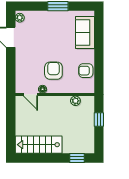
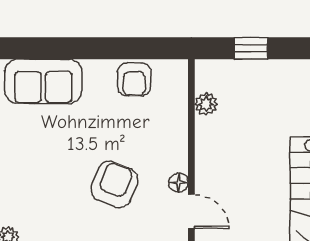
armchair: (53, 71) -> (114, 184), moved, turned 112
door: (30, 95) -> (191, 211), hinge flipped

